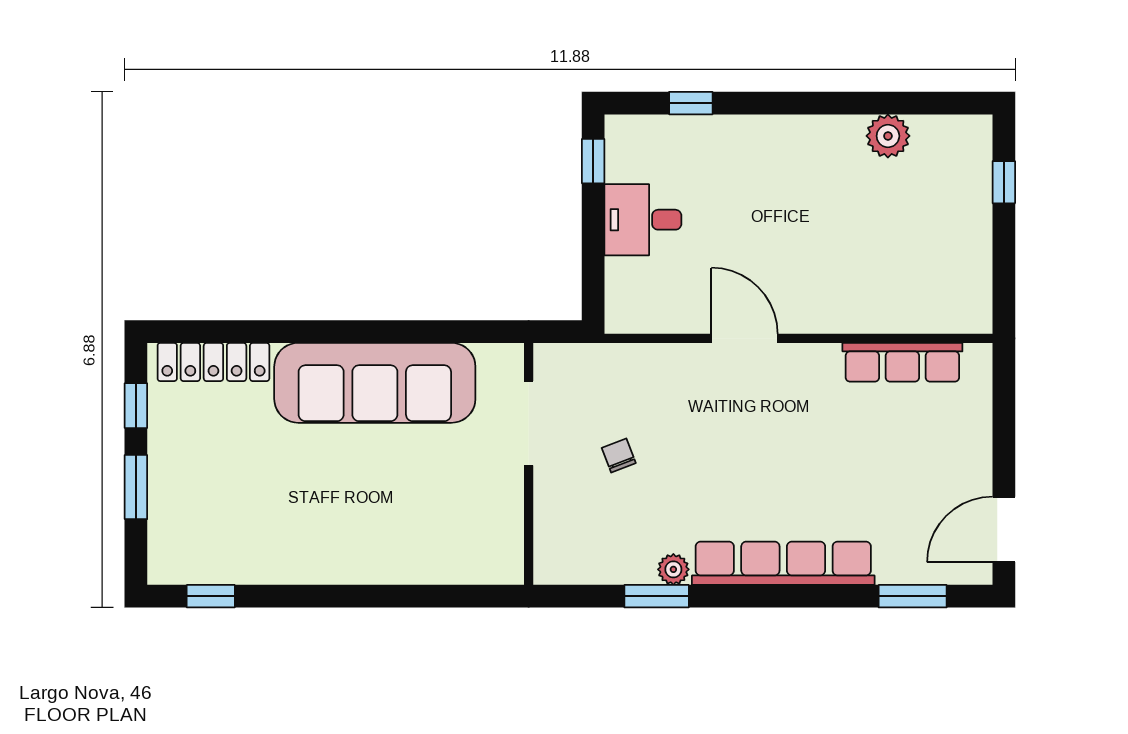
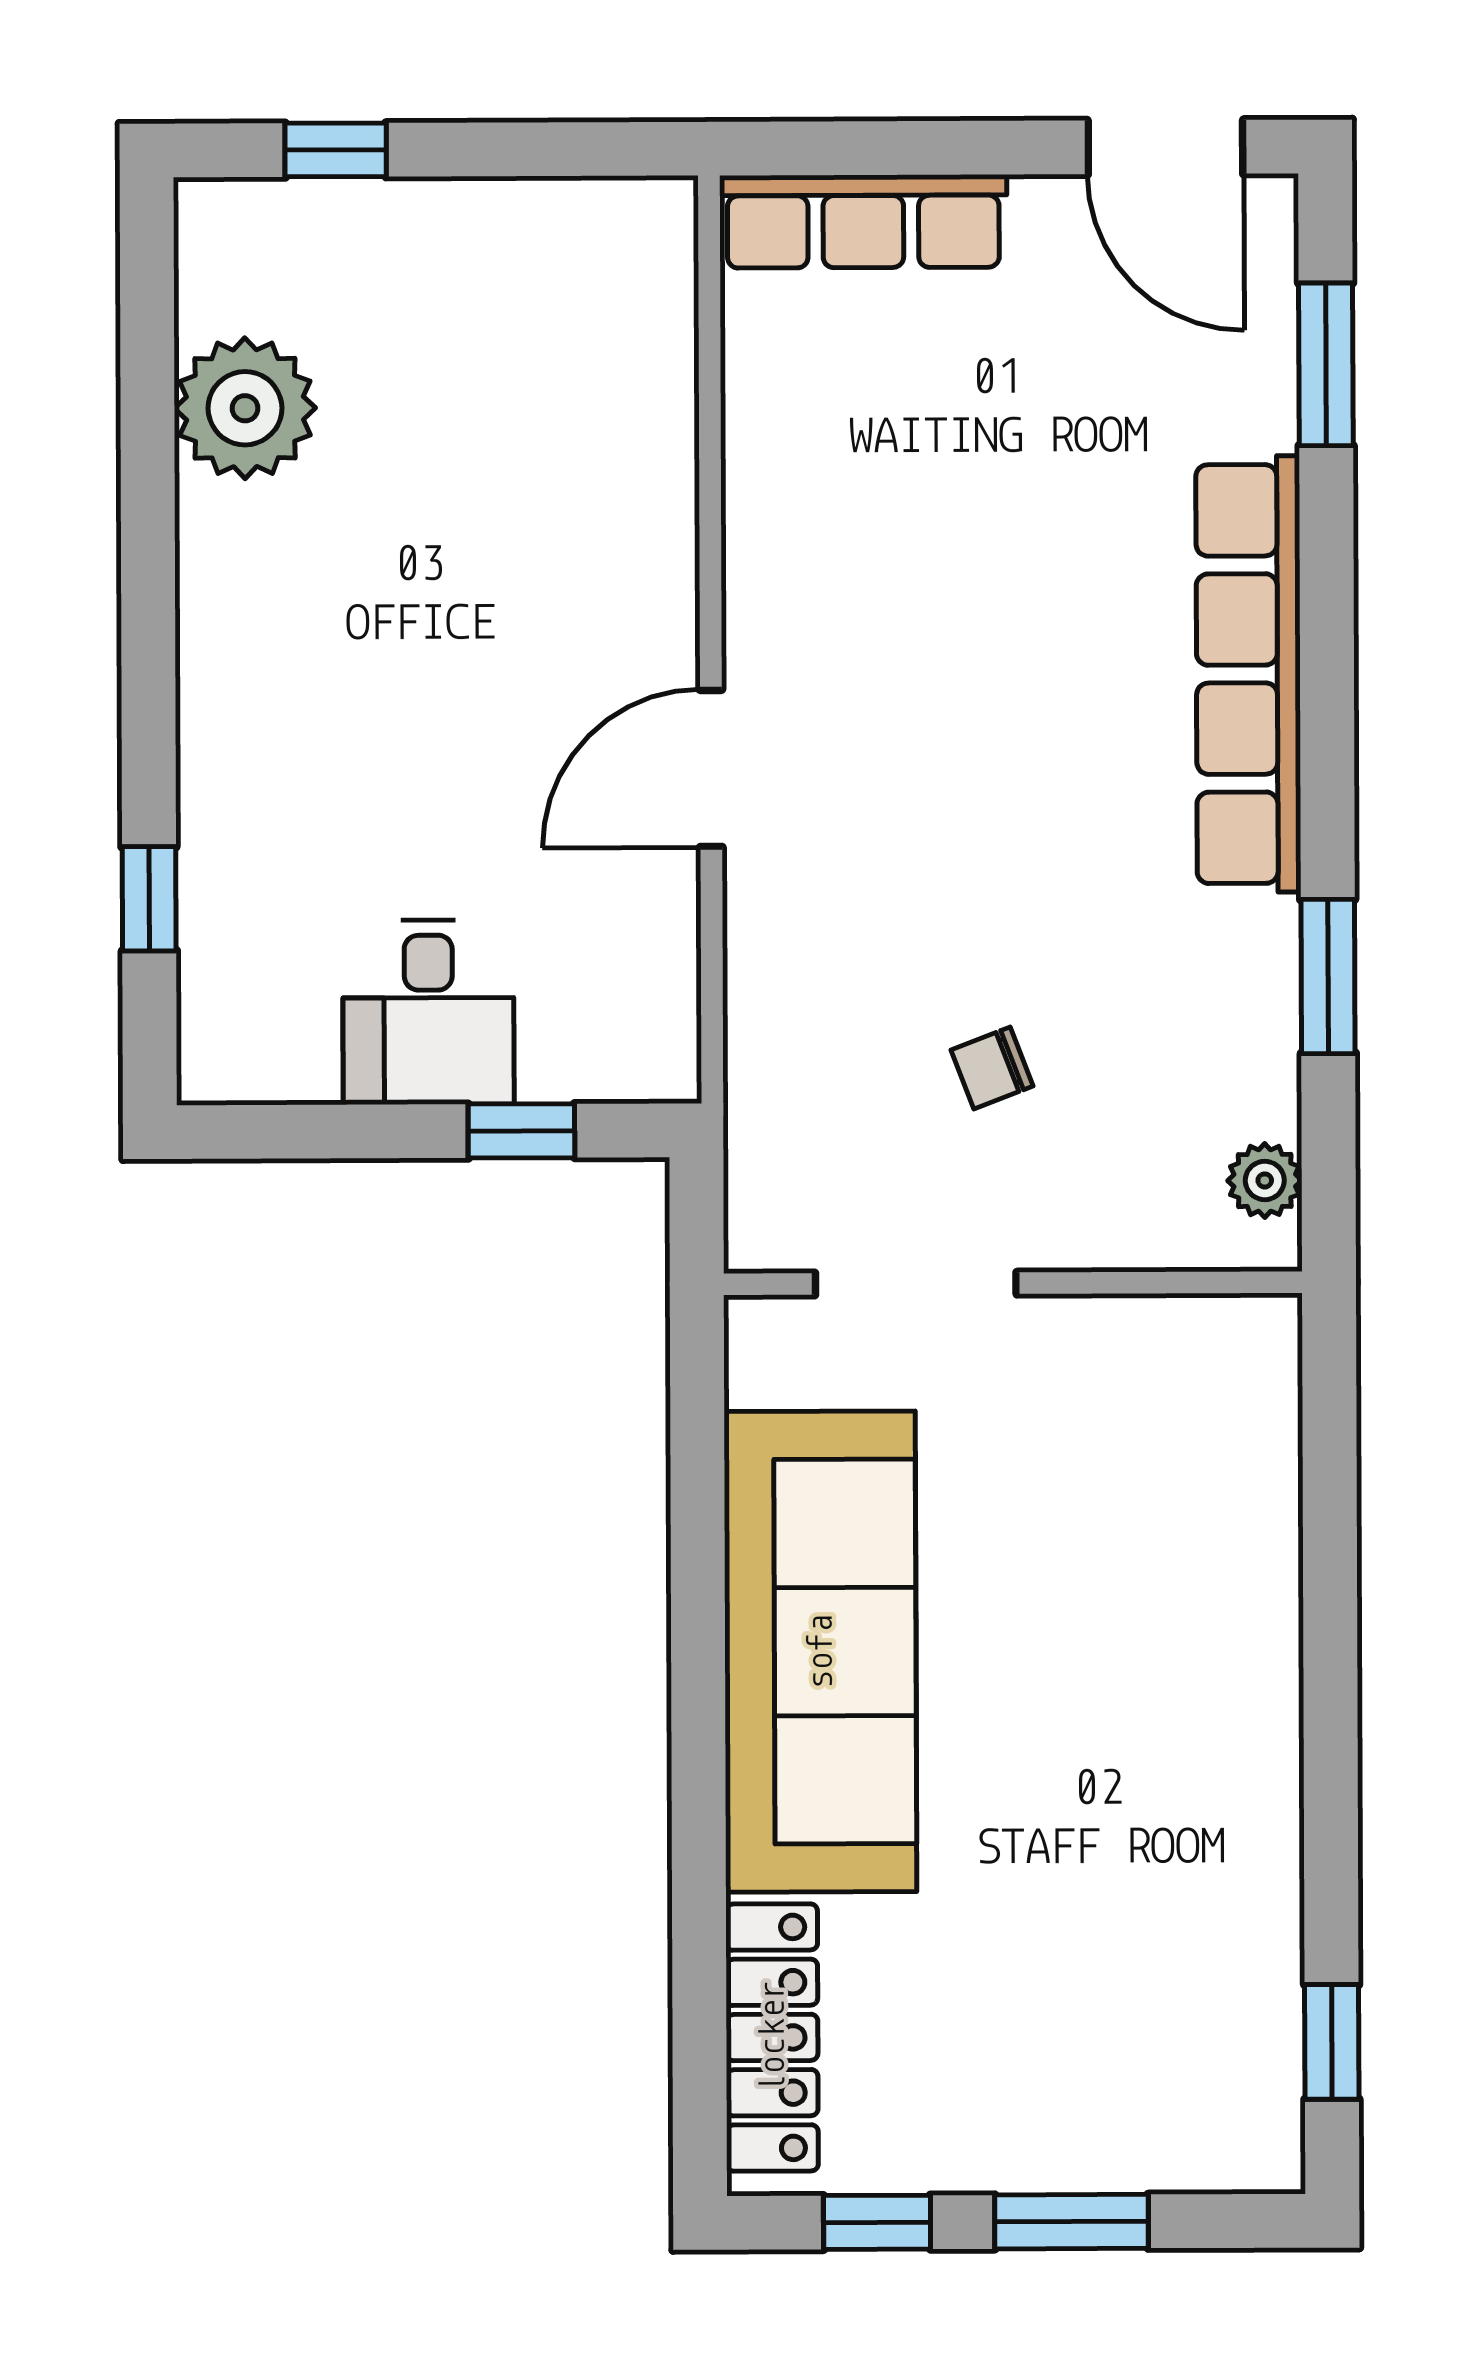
plant: (888, 136) -> (245, 408), width x1.36, depth x1.36
window: (593, 161) -> (521, 1131), moved
row of seats: (902, 362) -> (863, 221), moved, turned 90
plant: (673, 569) -> (1265, 1180), moved

